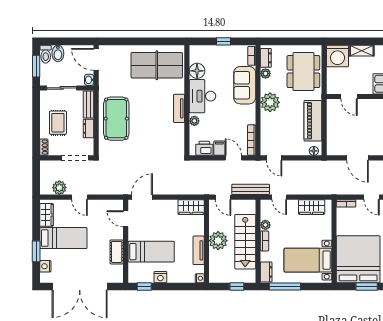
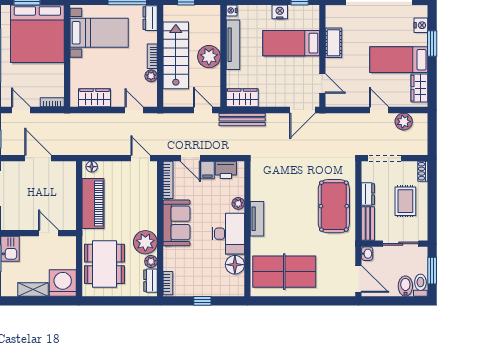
sofa: (245, 85) -> (177, 223), moved
plant: (270, 102) -> (145, 242), moved
bench: (251, 189) -> (242, 119), moved
tv unit: (199, 250) -> (233, 45), width x1.41

